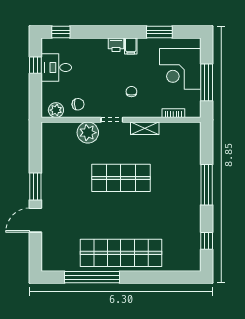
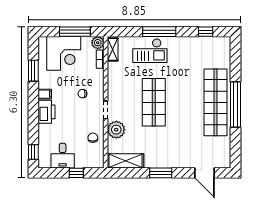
printer: (116, 45) -> (46, 112), width x1.87, depth x1.48
window: (35, 65) -> (76, 173), moved
plant: (56, 110) -> (98, 43), moved
shelving: (145, 128) -> (113, 49), moved
shelving: (50, 144) -> (126, 161), added
checkout: (184, 173) -> (150, 51), added
door: (35, 220) -> (204, 173), moved
window: (92, 277) -> (236, 104), moved

